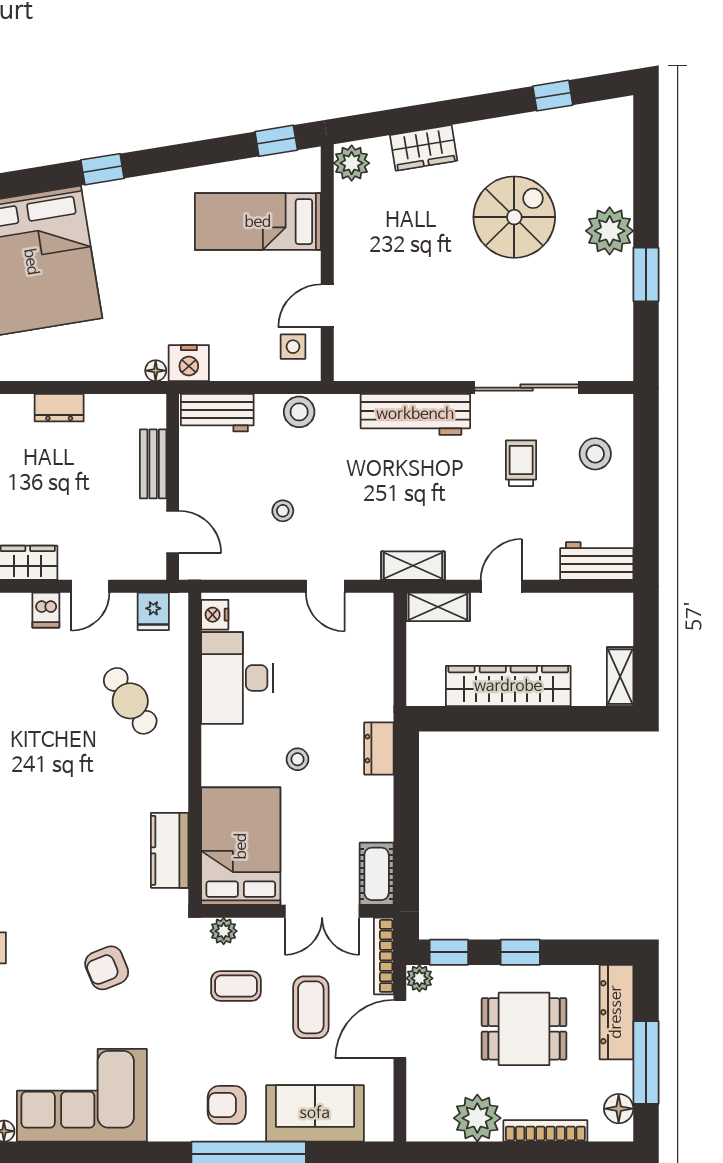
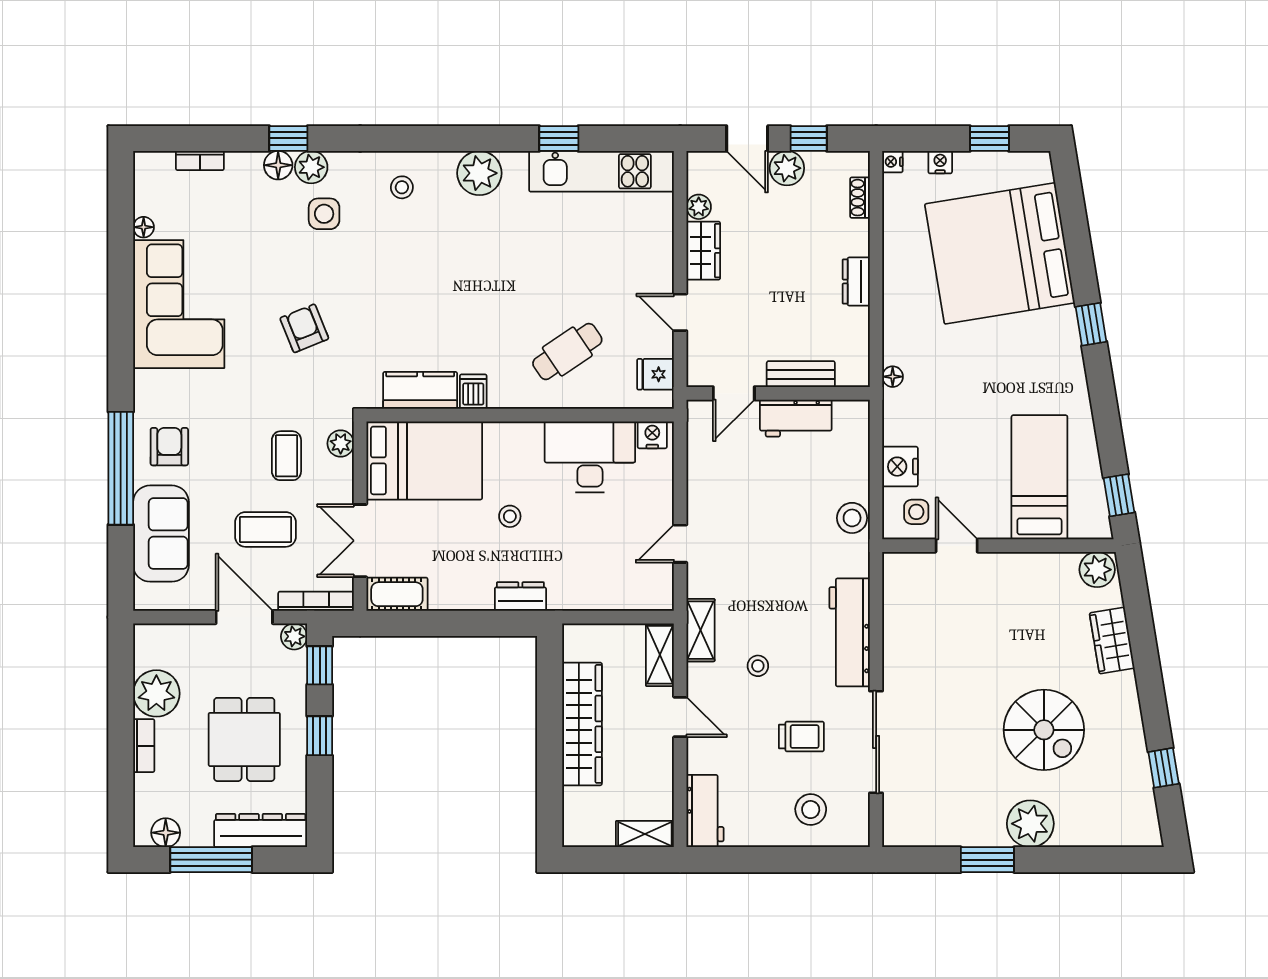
nightstand: (189, 363) -> (900, 467), moved
workbench: (217, 413) -> (796, 418), moved, turned -90
stool: (283, 511) -> (758, 666), moved
dishwasher: (46, 610) -> (473, 392), moved, turned 90
shelving: (620, 677) -> (645, 834), moved
bookcase: (545, 1131) -> (144, 746), width x0.64

